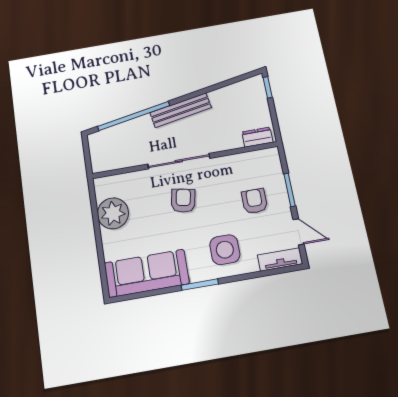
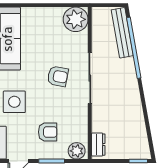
bench: (181, 110) -> (122, 33), moved
plant: (271, 162) -> (77, 151), added
plant: (113, 213) -> (76, 19), moved

